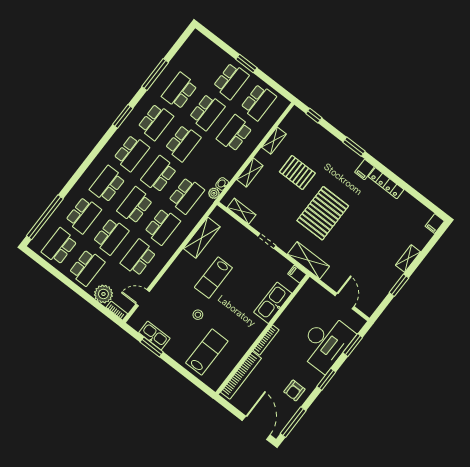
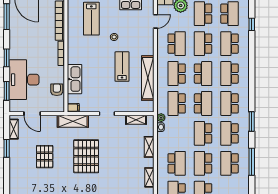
school desk: (179, 91) -> (229, 163), turned 180
pallet: (297, 173) -> (45, 157), moved, turned 90
school desk: (107, 184) -> (229, 74), turned 180
window: (45, 217) -> (252, 24), width x0.32
shelving: (202, 238) -> (148, 78), width x1.47
shelving: (408, 259) -> (14, 129), moved
armchair: (294, 390) -> (57, 90), moved

